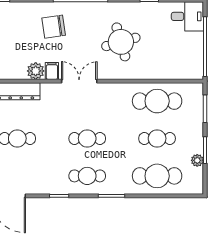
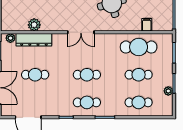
plant: (36, 71) -> (34, 25), moved
filing cabinet: (52, 71) -> (147, 25), moved
double door: (79, 81) -> (81, 32), swing flipped
cafe table: (157, 176) -> (139, 102), width x0.73, depth x0.74

